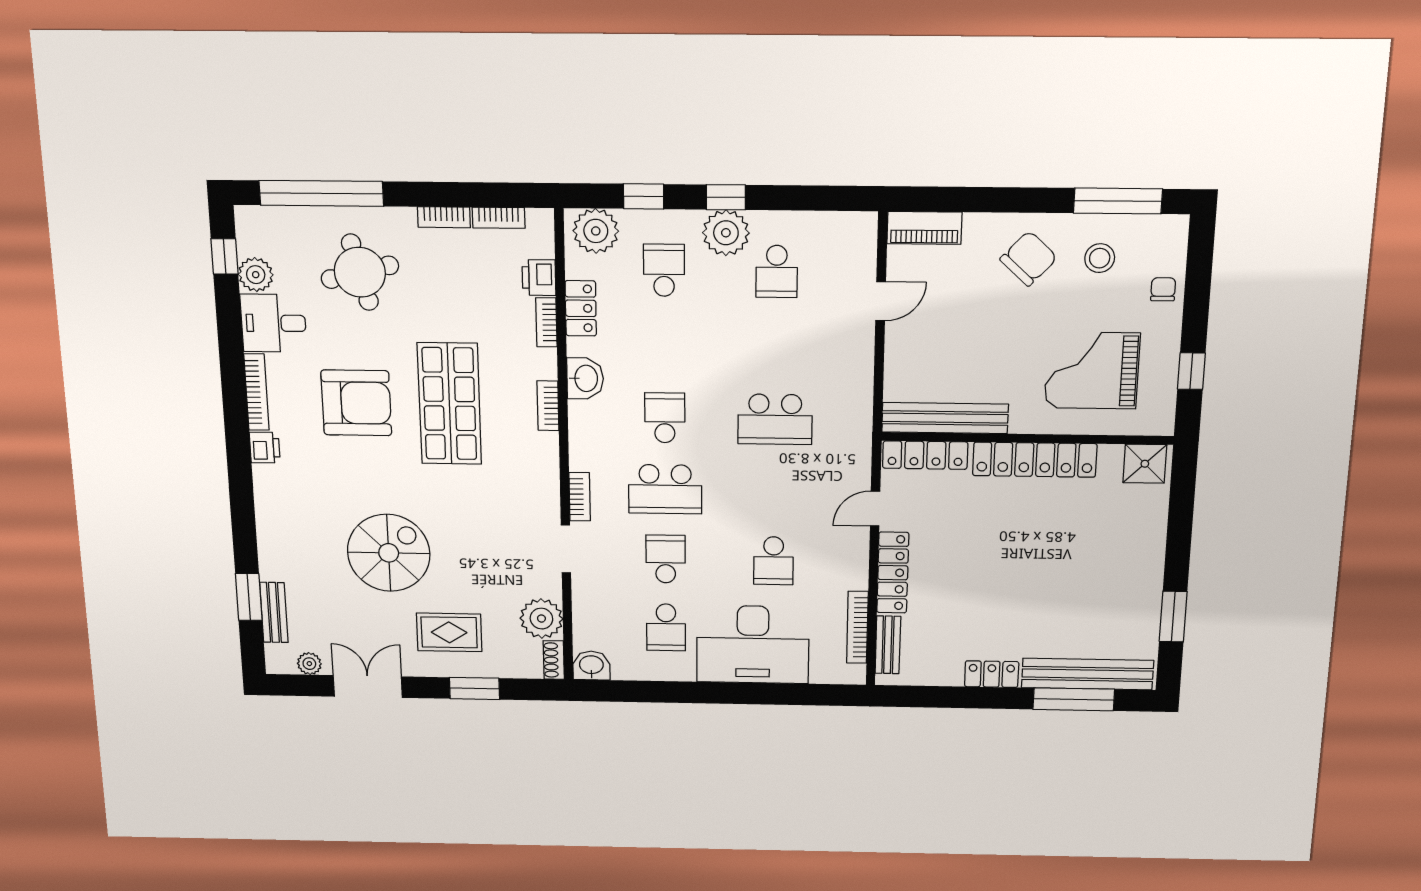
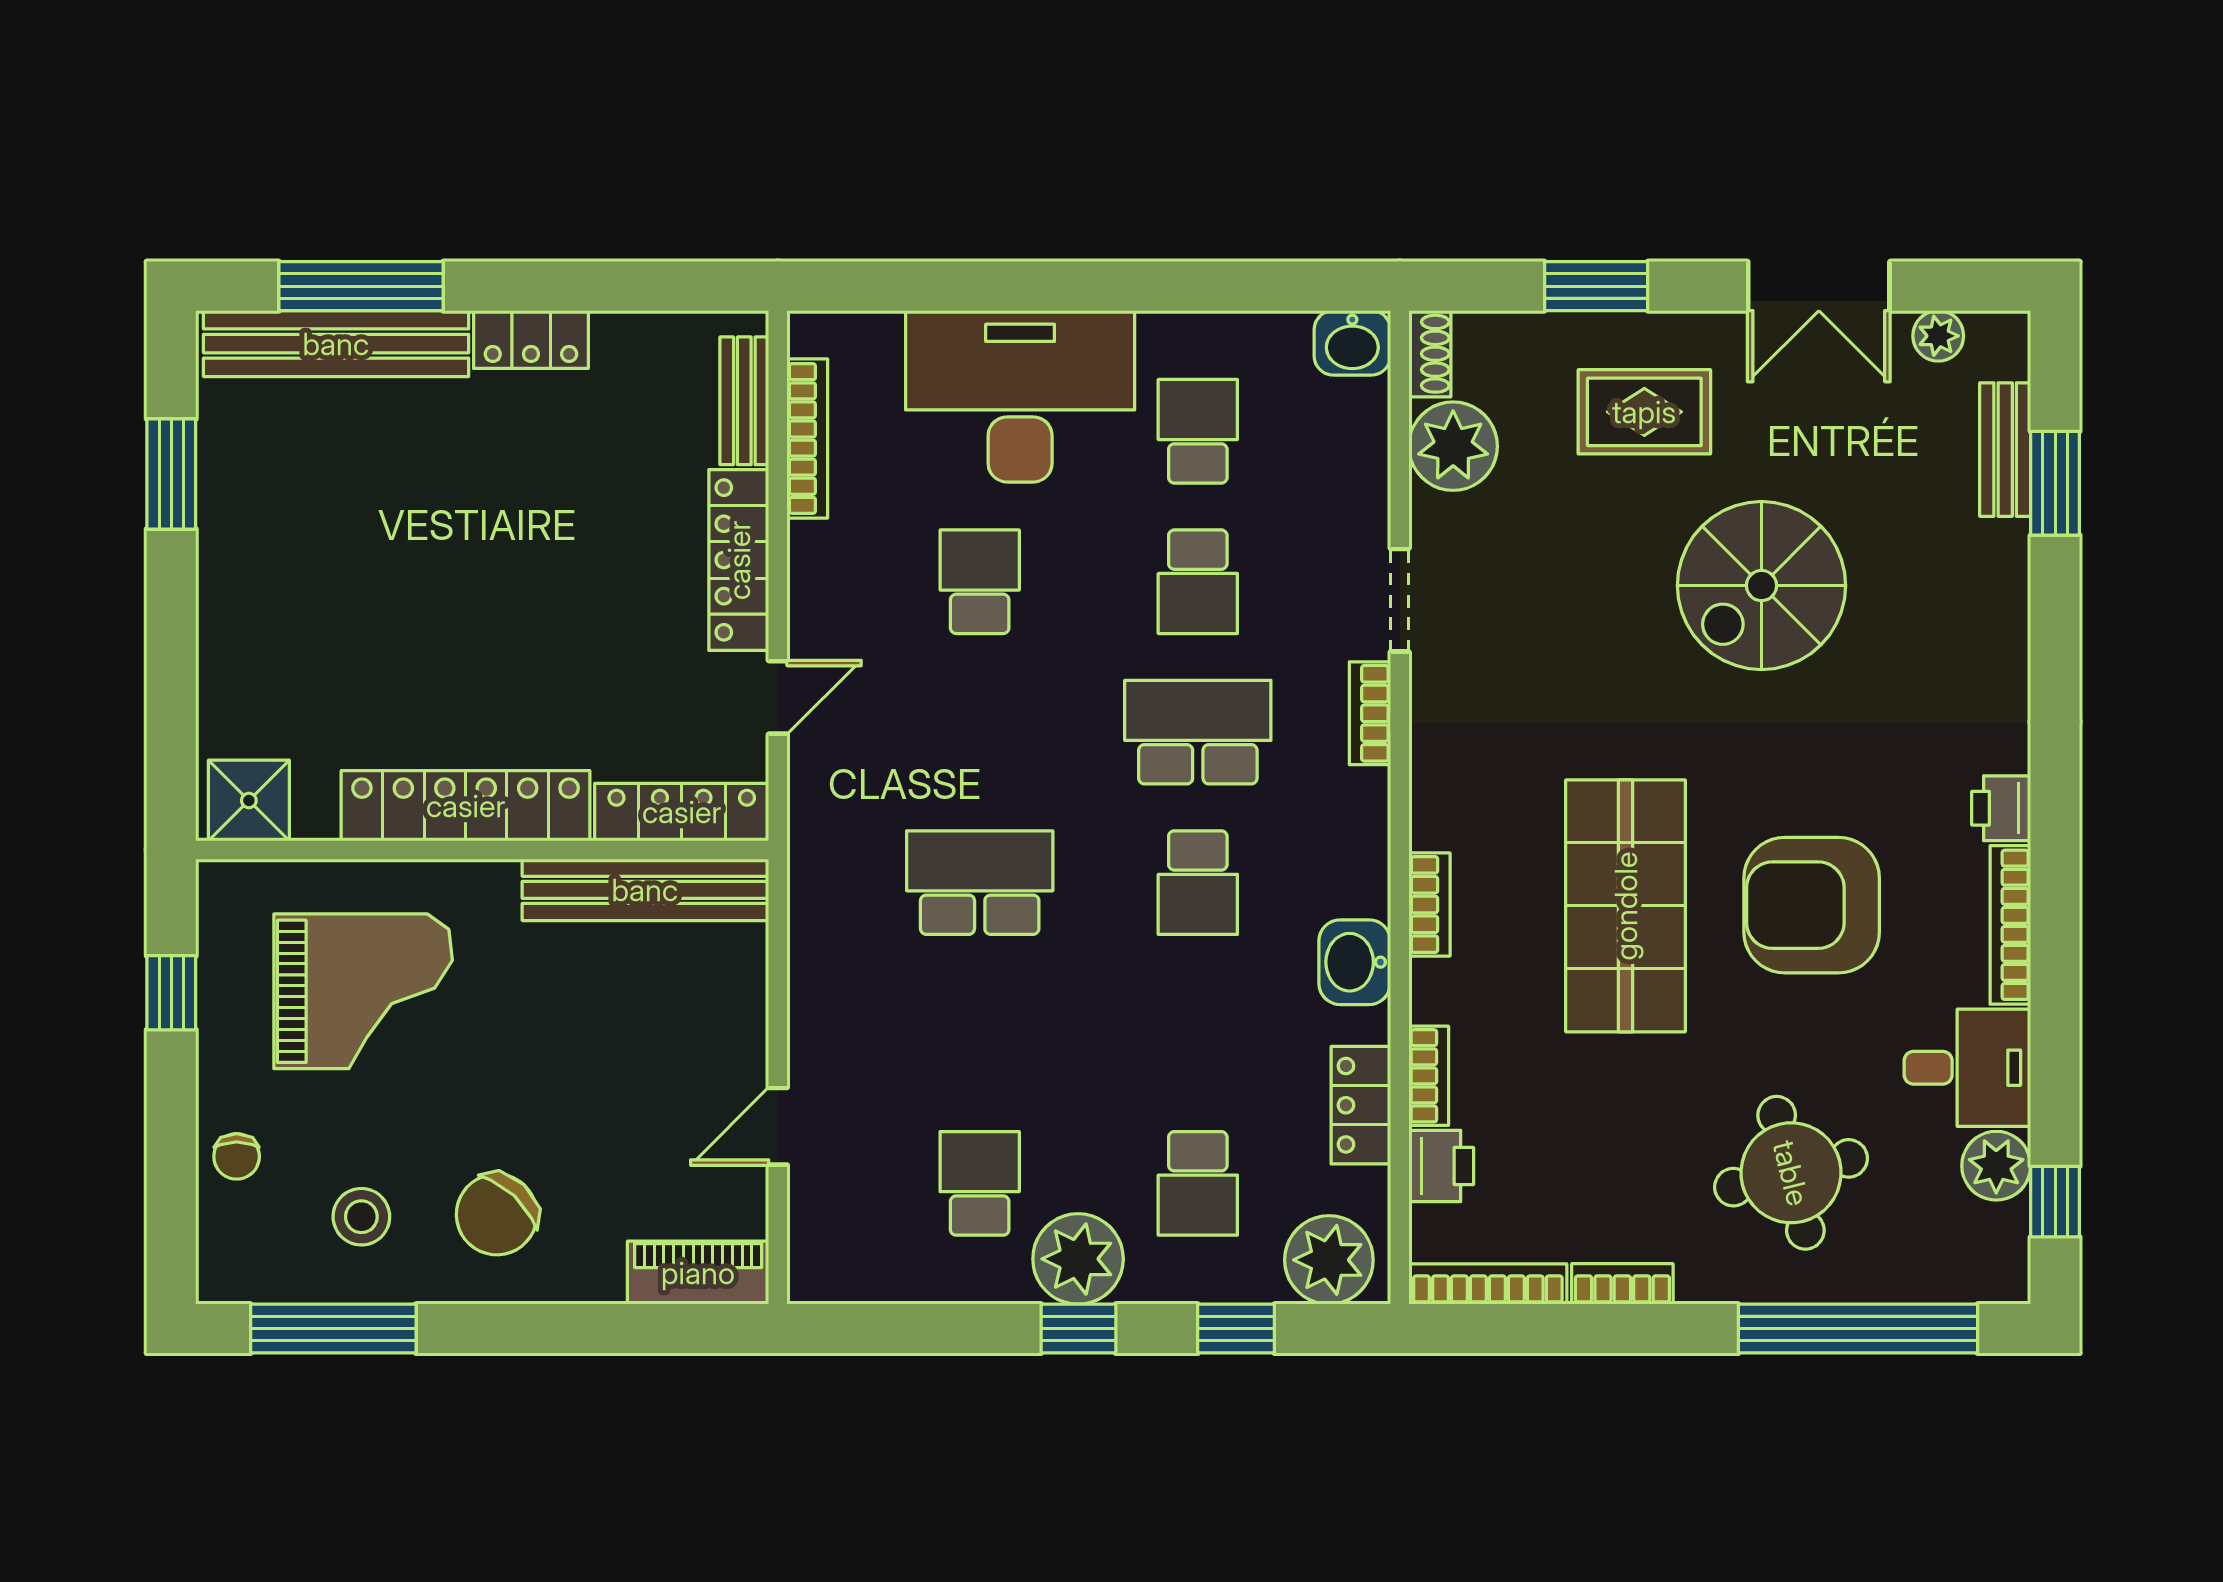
bookcase: (499, 218) -> (1488, 1284), width x1.56

